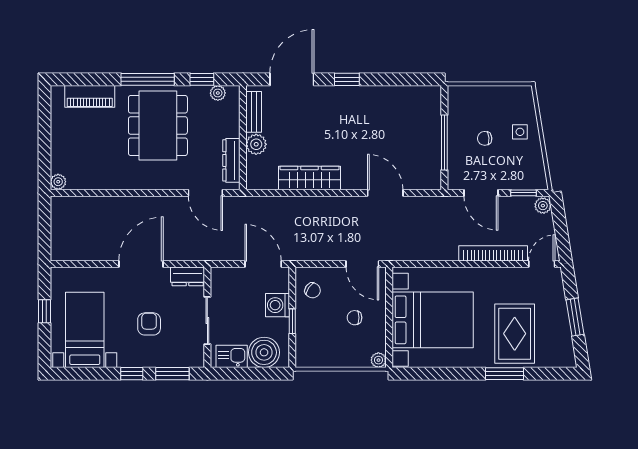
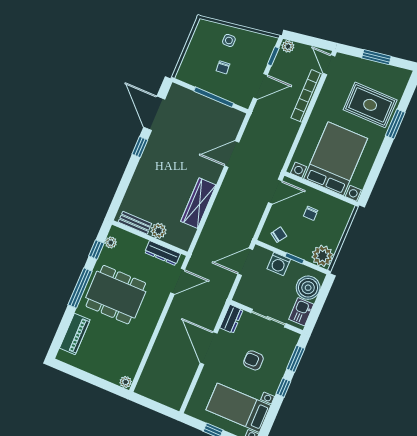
door: (292, 79) -> (154, 113), moved
plant: (378, 360) -> (322, 256), moved, width x1.88, depth x1.88

